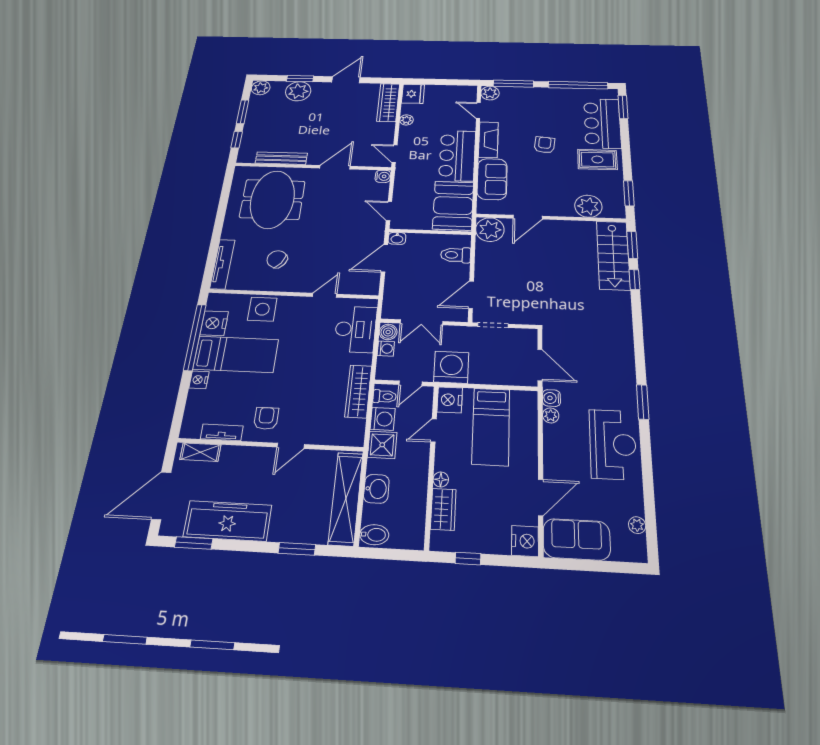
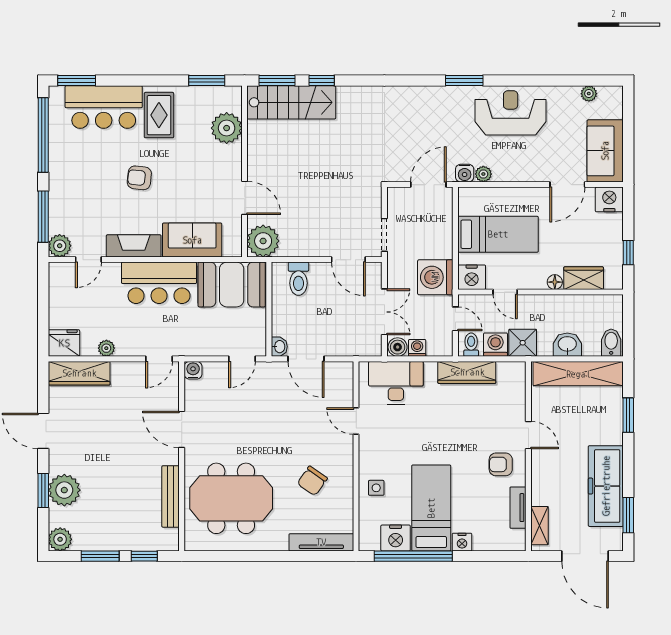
side table: (262, 309) -> (376, 488), width x0.54, depth x0.54
door: (541, 498) -> (567, 185), swing flipped

